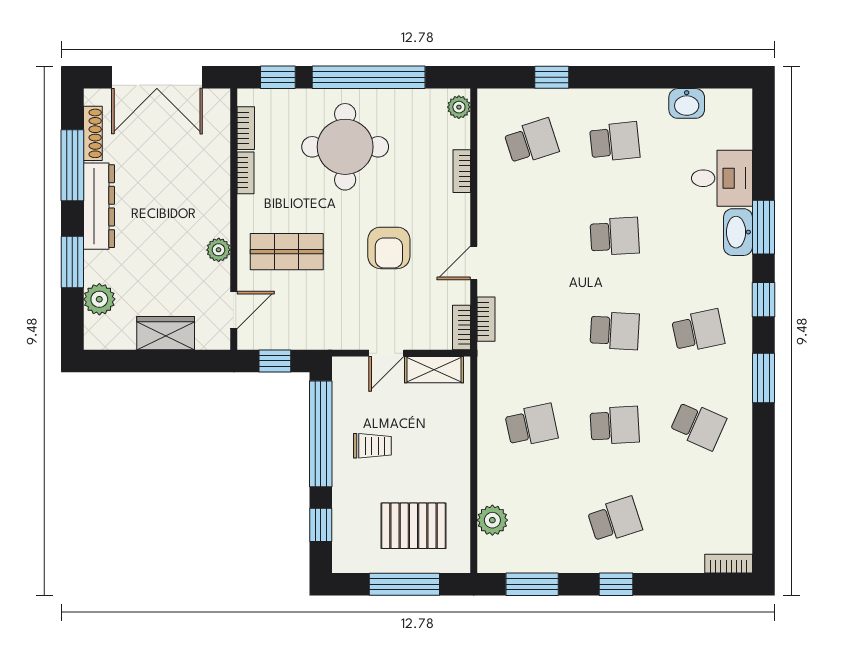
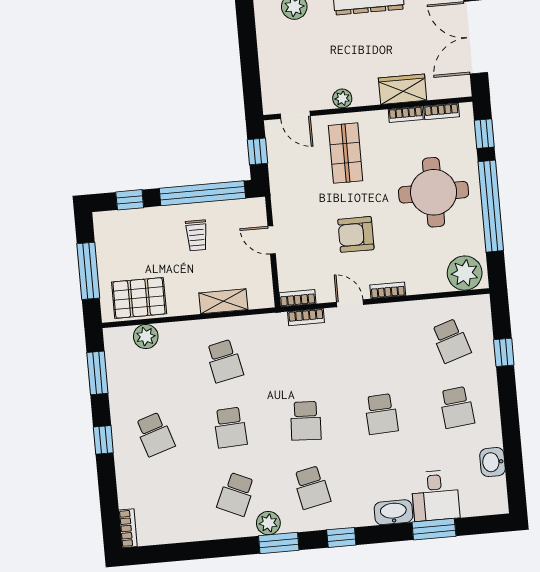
plant: (459, 107) -> (465, 273), width x1.87, depth x1.87
bookcase: (462, 171) -> (388, 290), moved
window: (764, 227) -> (434, 529), moved
wardrobe: (166, 333) -> (403, 89), moved, turned -90
shelving: (434, 370) -> (223, 301), moved, turned 90
plant: (738, 389) -> (268, 523), added
pallet: (413, 526) -> (139, 298), moved, turned 90

